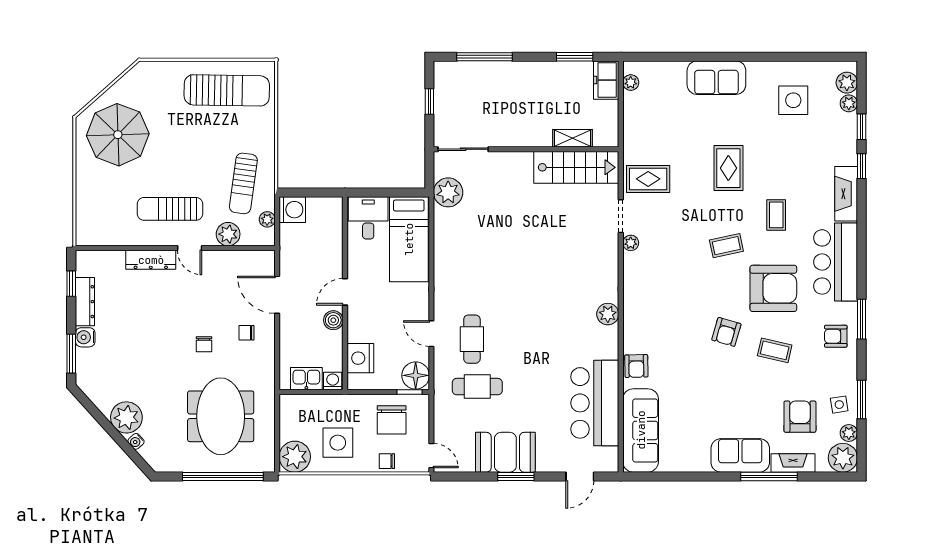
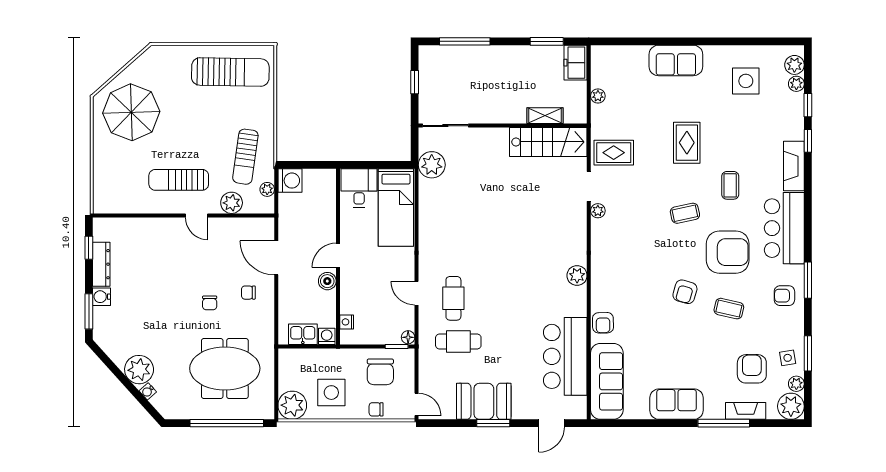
plant: (631, 83) -> (598, 96), moved
dresser: (151, 260) -> (161, 226), removed
nightstand: (360, 358) -> (347, 322), width x0.53, depth x0.56
floor lamp: (416, 375) -> (408, 337), width x0.53, depth x0.53
meeting table: (221, 416) -> (225, 368), turned 90
sofa: (740, 455) -> (677, 404), moved

